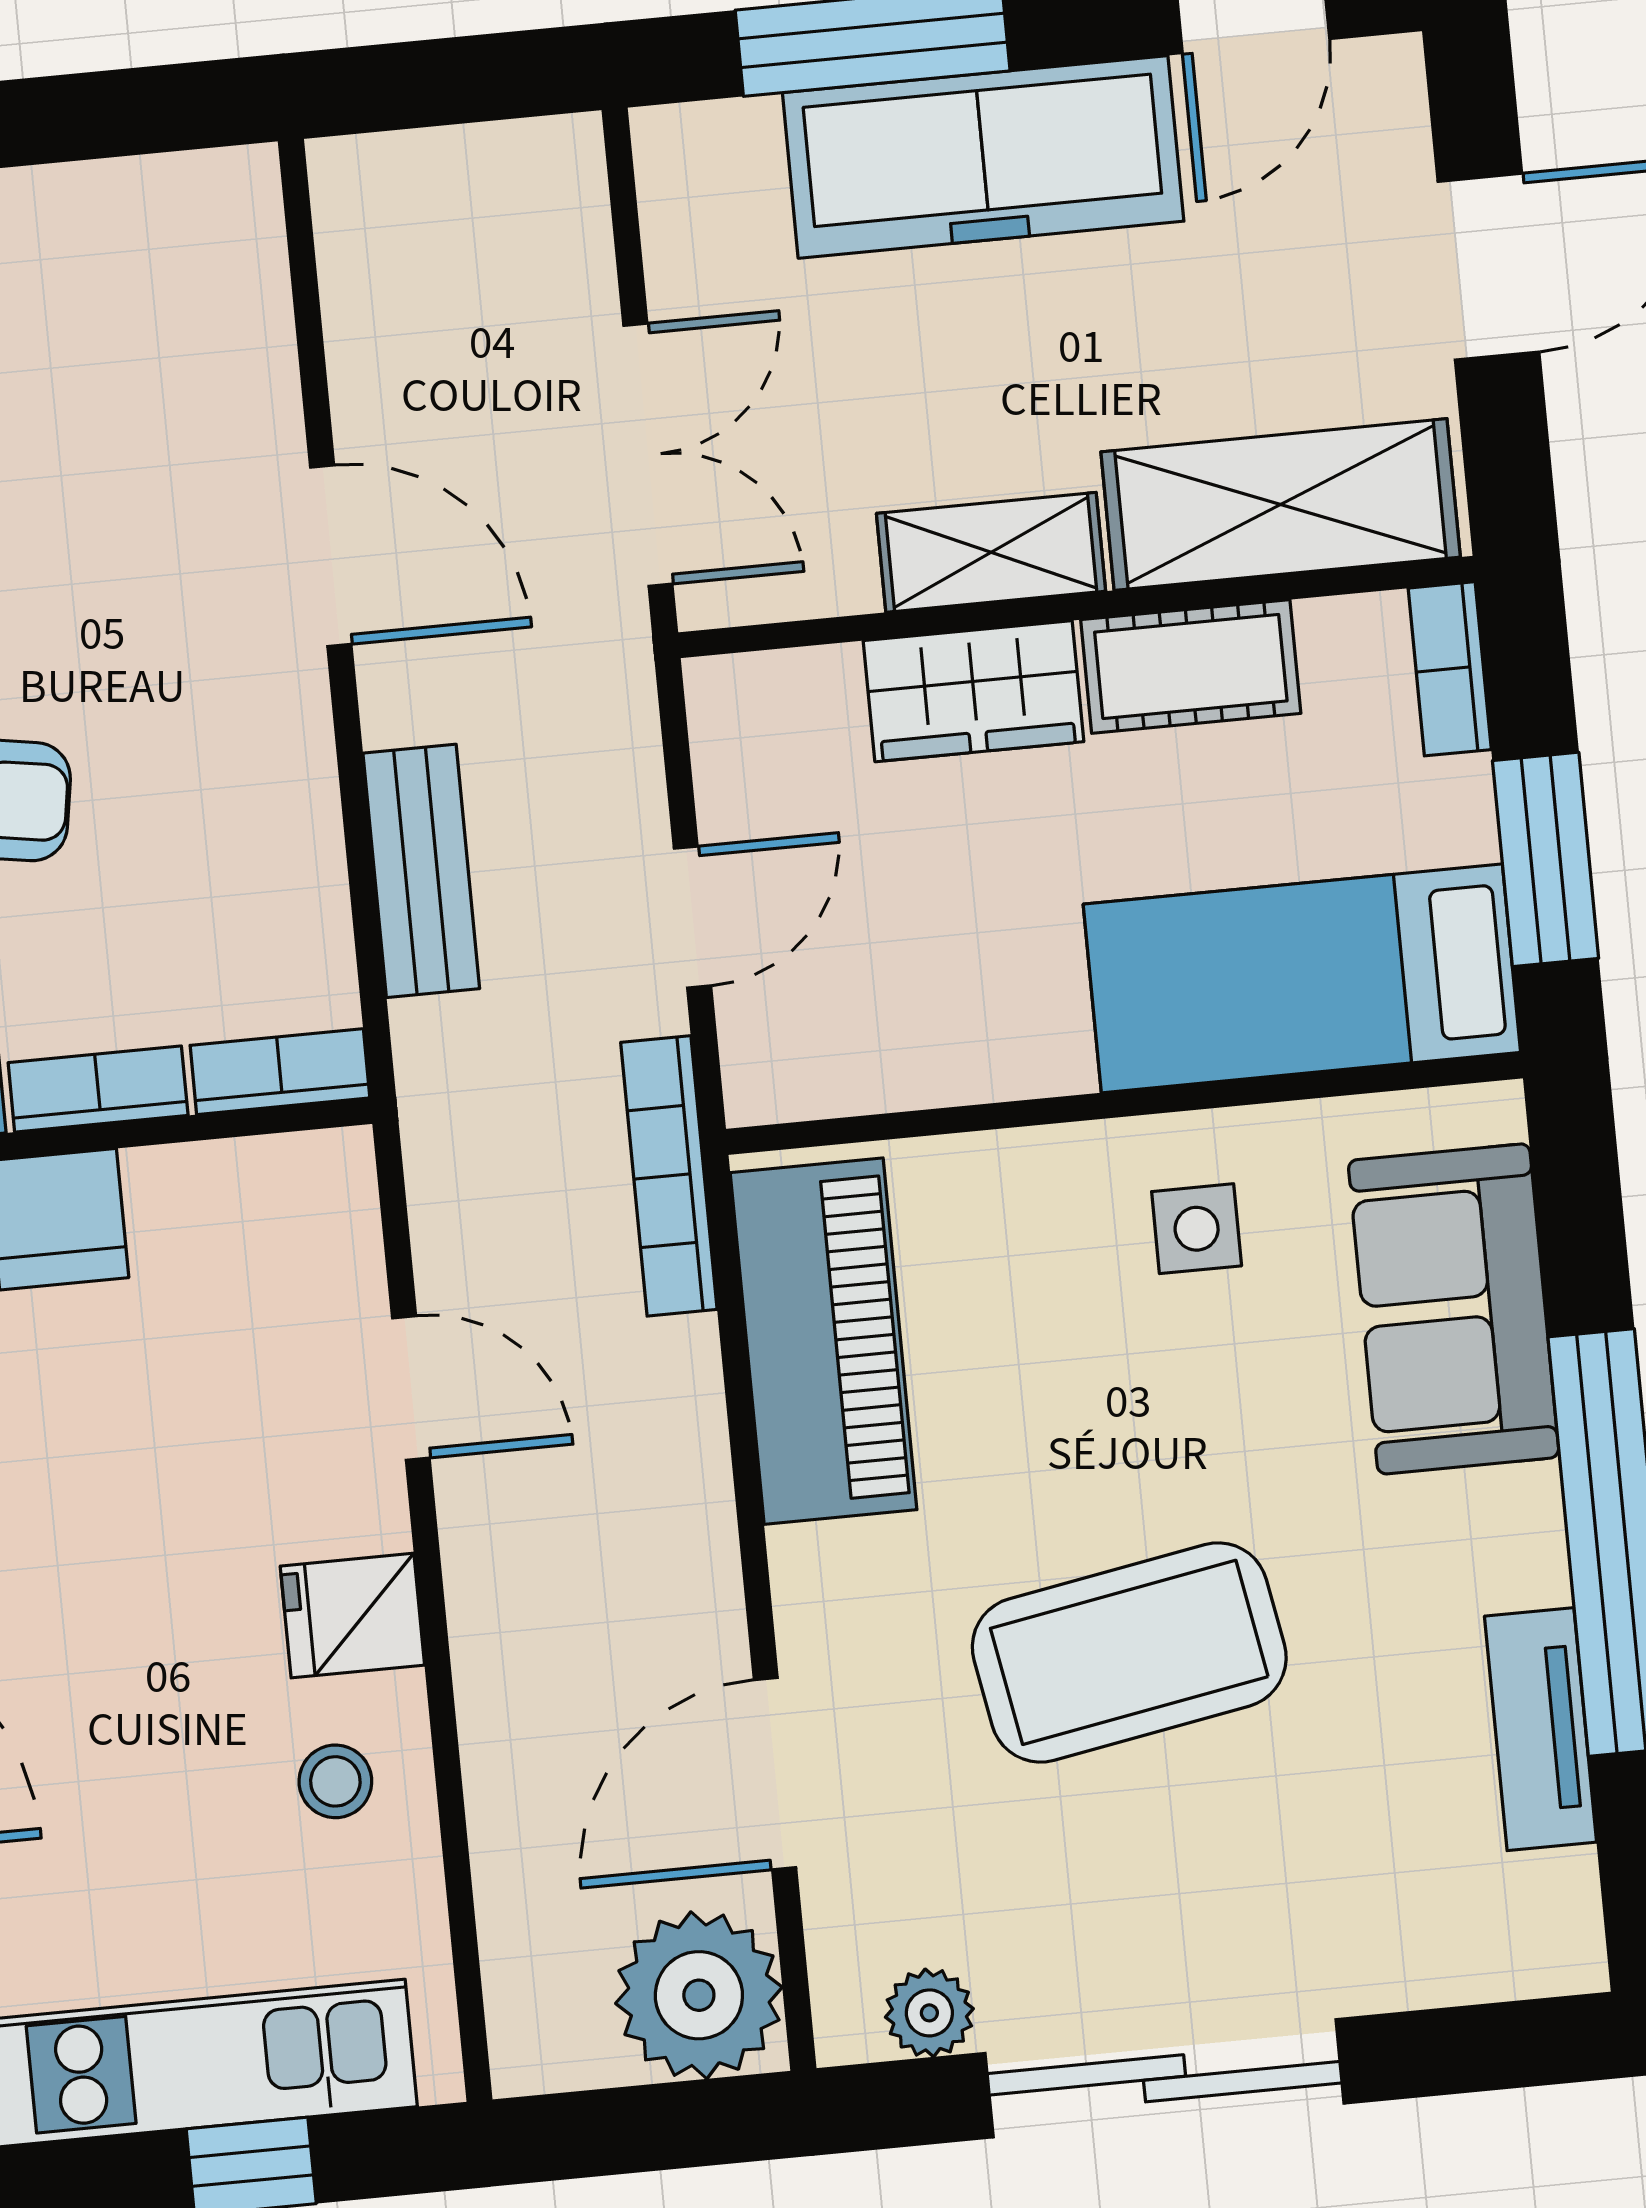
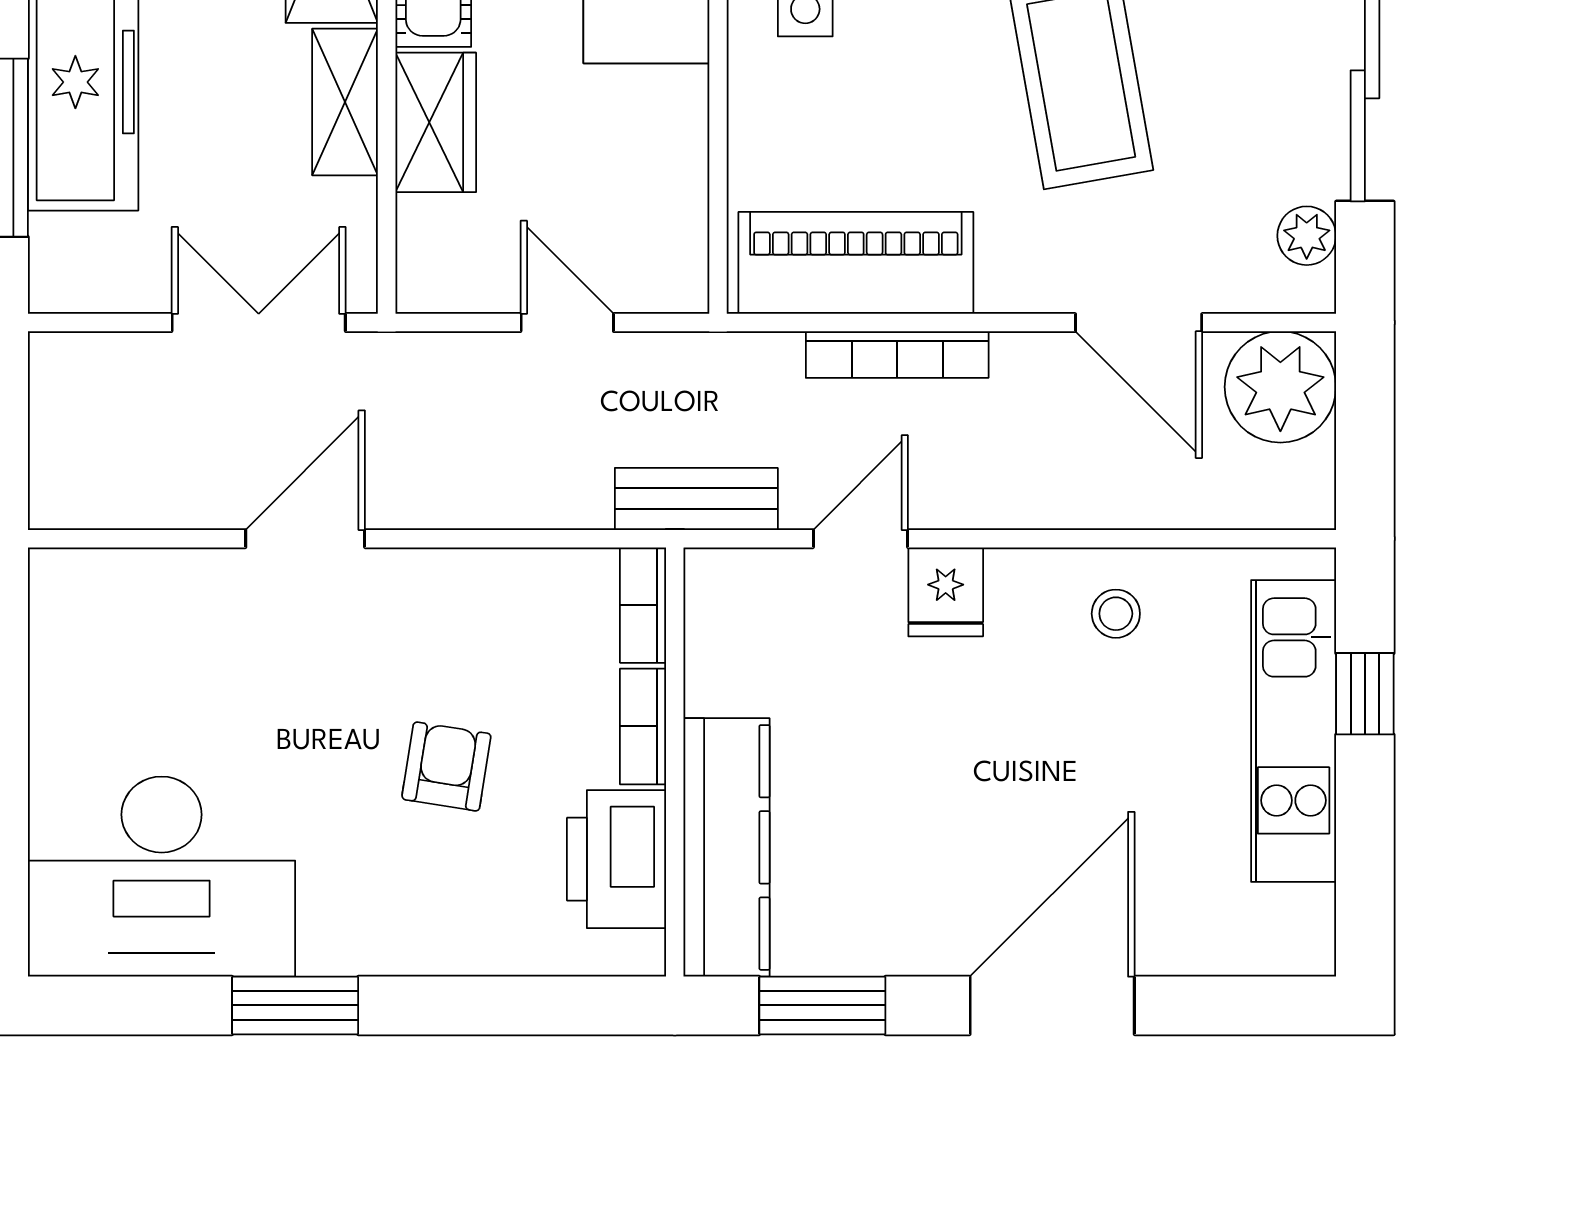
bench: (421, 871) -> (696, 499), moved
bookcase: (669, 1176) -> (897, 355), moved
fridge: (352, 1616) -> (946, 592), moved

